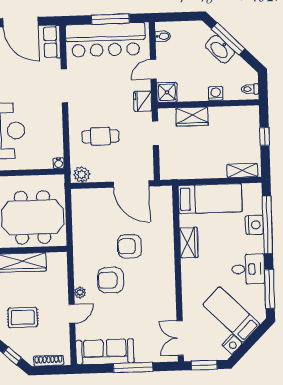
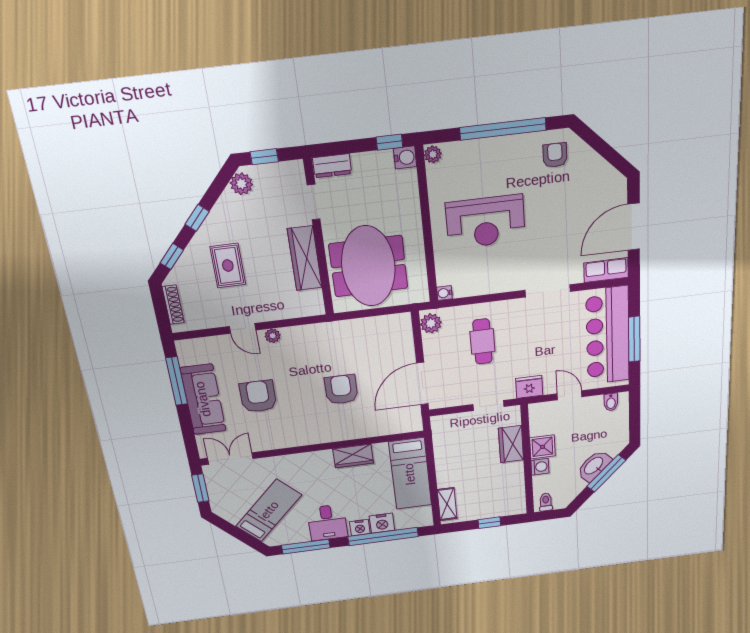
shower: (167, 92) -> (542, 447), moved
armchair: (111, 280) -> (258, 396), moved
nightstand: (232, 344) -> (360, 528), moved, turned -45
sofa: (105, 352) -> (203, 399), moved
window: (133, 367) -> (177, 381), moved

